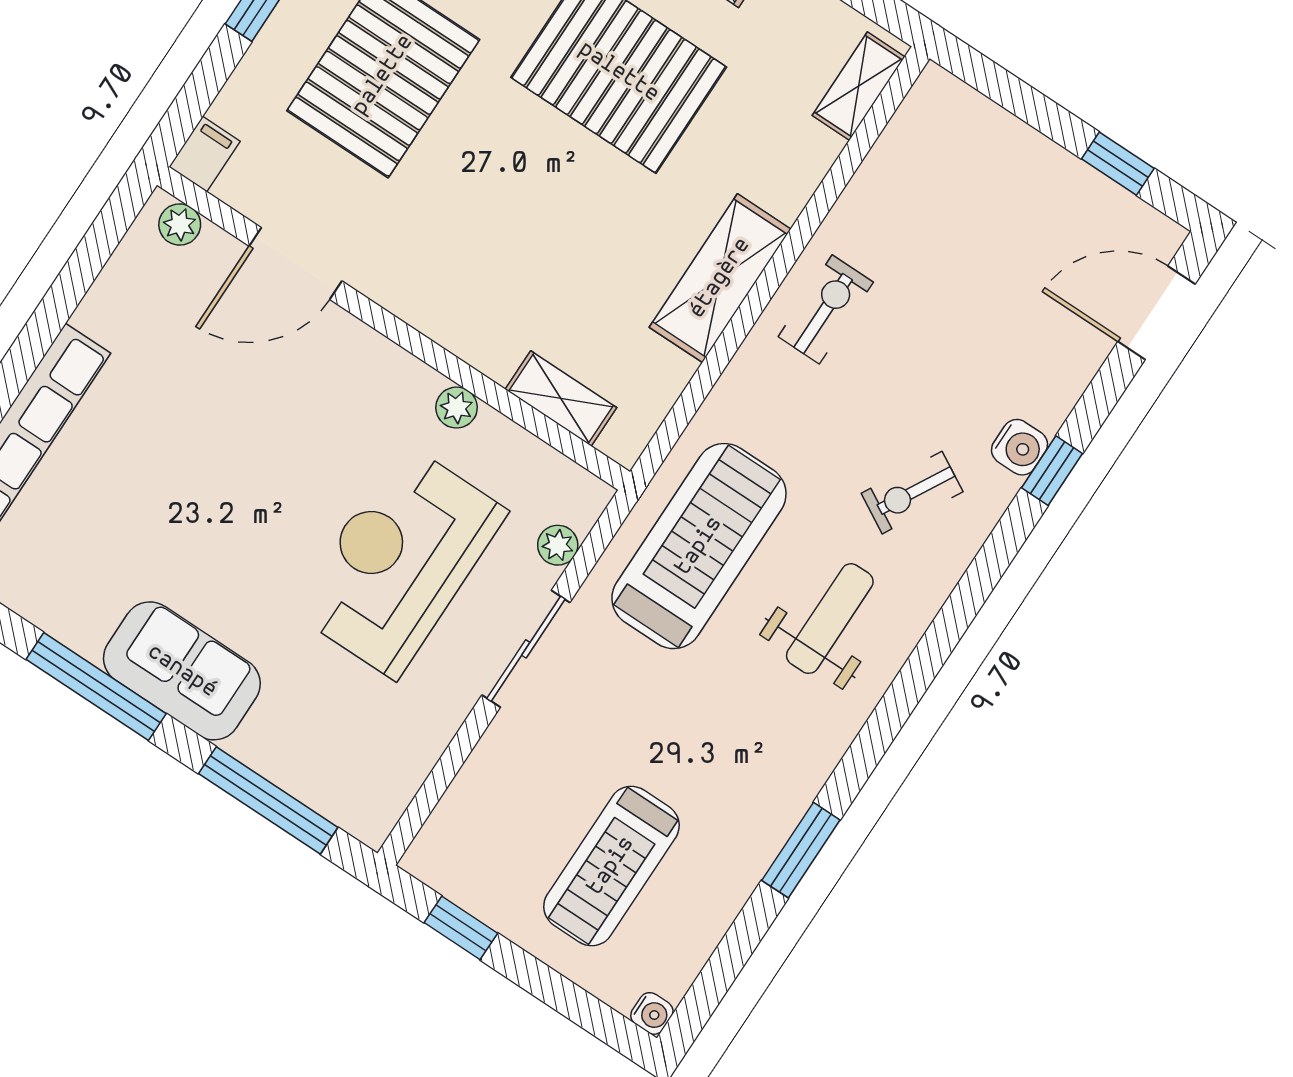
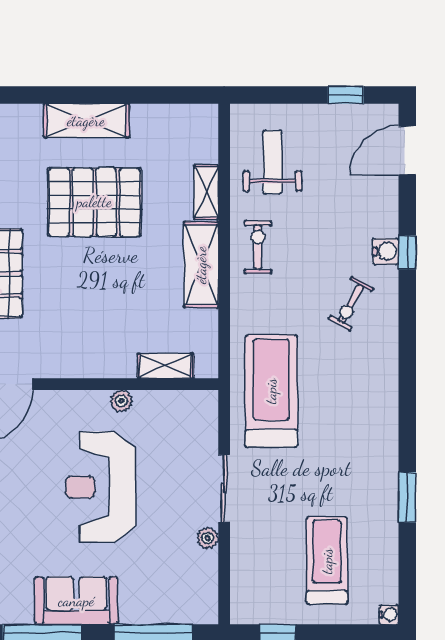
shelving: (859, 86) -> (206, 192), moved
plant: (558, 545) -> (208, 538), moved
reception desk: (399, 561) -> (101, 487), moved
weight bench: (830, 619) -> (273, 162), moved
treadmill: (611, 866) -> (327, 561), turned 180

